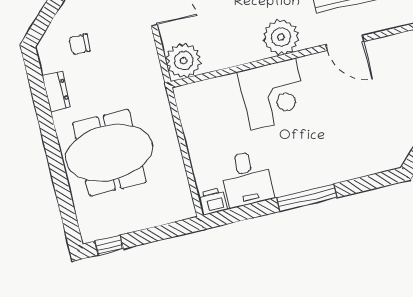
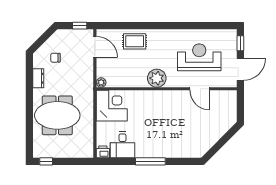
door: (345, 43) -> (200, 89), moved
plant: (184, 61) -> (101, 82), width x0.53, depth x0.53
corner desk: (273, 94) -> (112, 106), moved, turned -90

